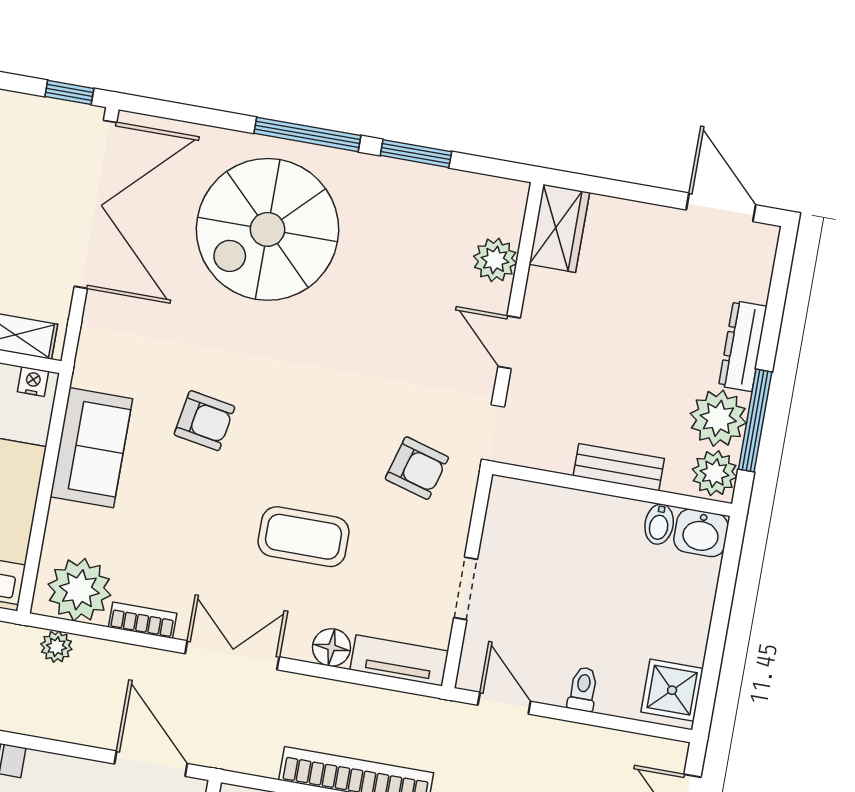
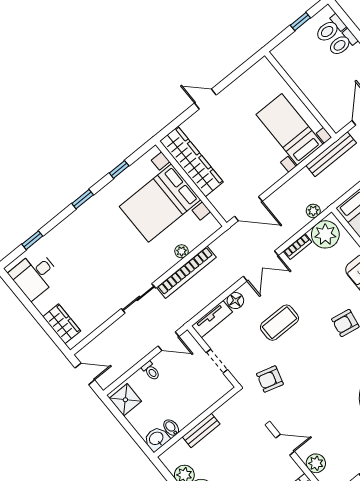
bench: (619, 467) -> (201, 430), moved
wall: (612, 489) -> (196, 422), moved
bidet: (659, 524) -> (171, 428), moved
washbasin: (701, 533) -> (157, 439), moved

